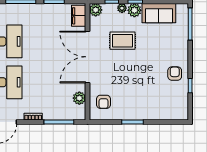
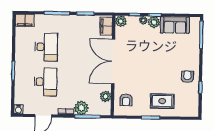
rug: (123, 41) -> (162, 101), moved
plant: (51, 112) -> (81, 108), added

